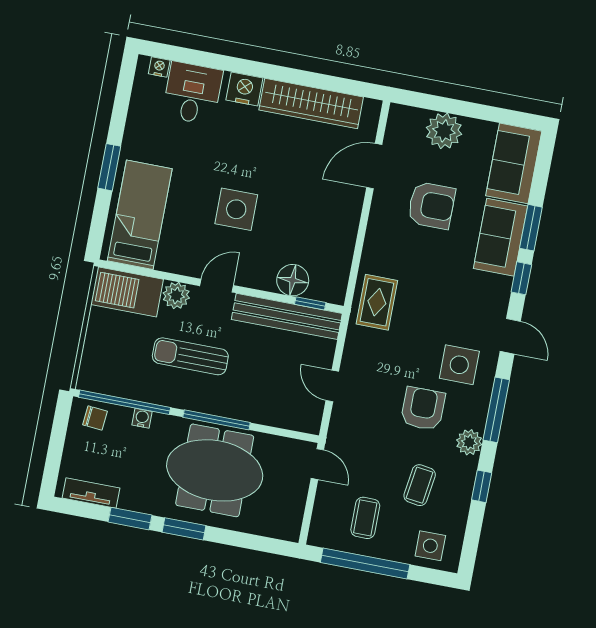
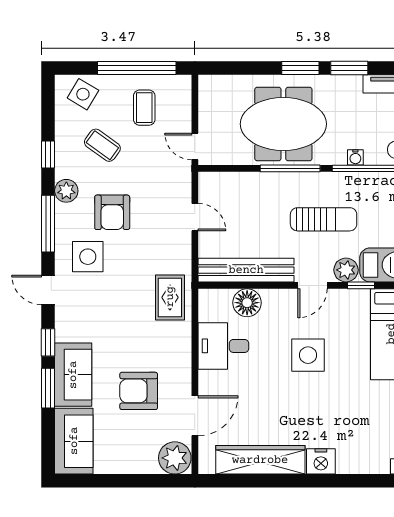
desk: (192, 93) -> (223, 346), moved, turned 90
plant: (444, 131) -> (175, 458), moved
window: (310, 303) -> (361, 285), moved
coffee table: (420, 485) -> (102, 145), turned -62
side table: (430, 546) -> (83, 94), turned 31

